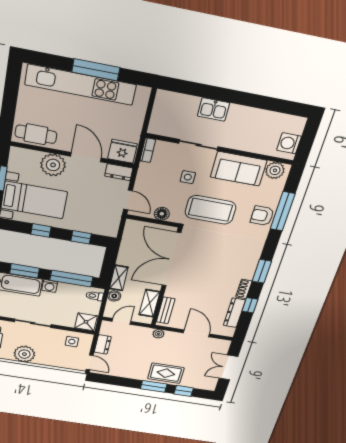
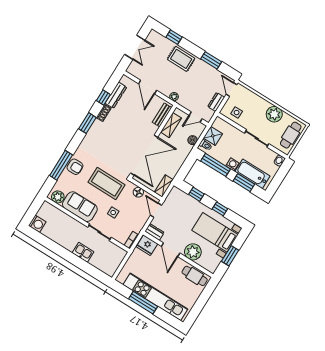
washing machine: (289, 143) -> (37, 224), moved
shelving: (119, 278) -> (164, 186), moved
shower: (86, 322) -> (213, 136), moved
window: (154, 386) -> (211, 60), moved

